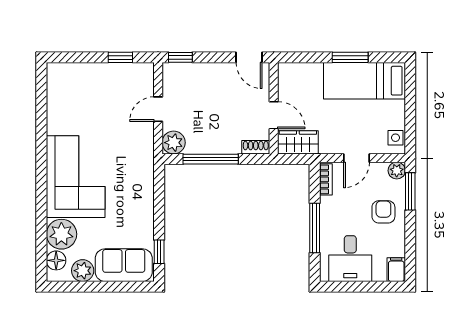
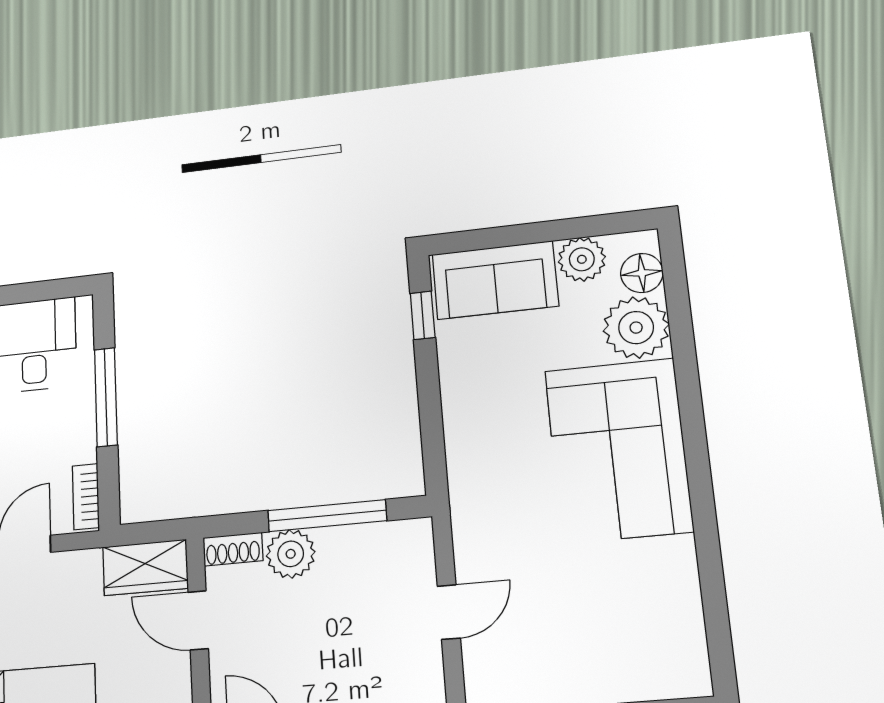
plant: (174, 143) -> (291, 554), moved

